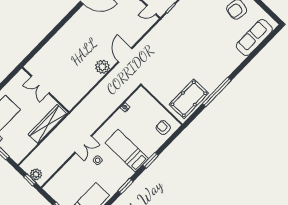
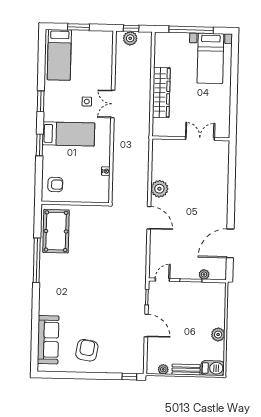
double door: (40, 84) -> (200, 139), moved
wall: (45, 90) -> (191, 138), moved

